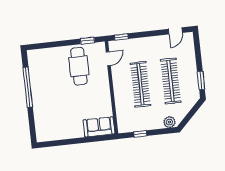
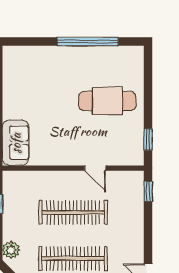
door: (108, 59) -> (95, 168), moved
cafe table: (79, 66) -> (107, 101), moved

